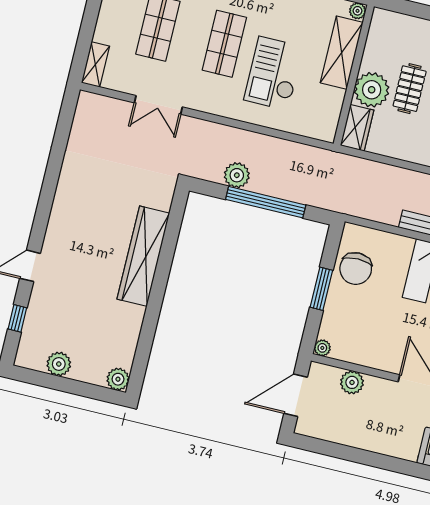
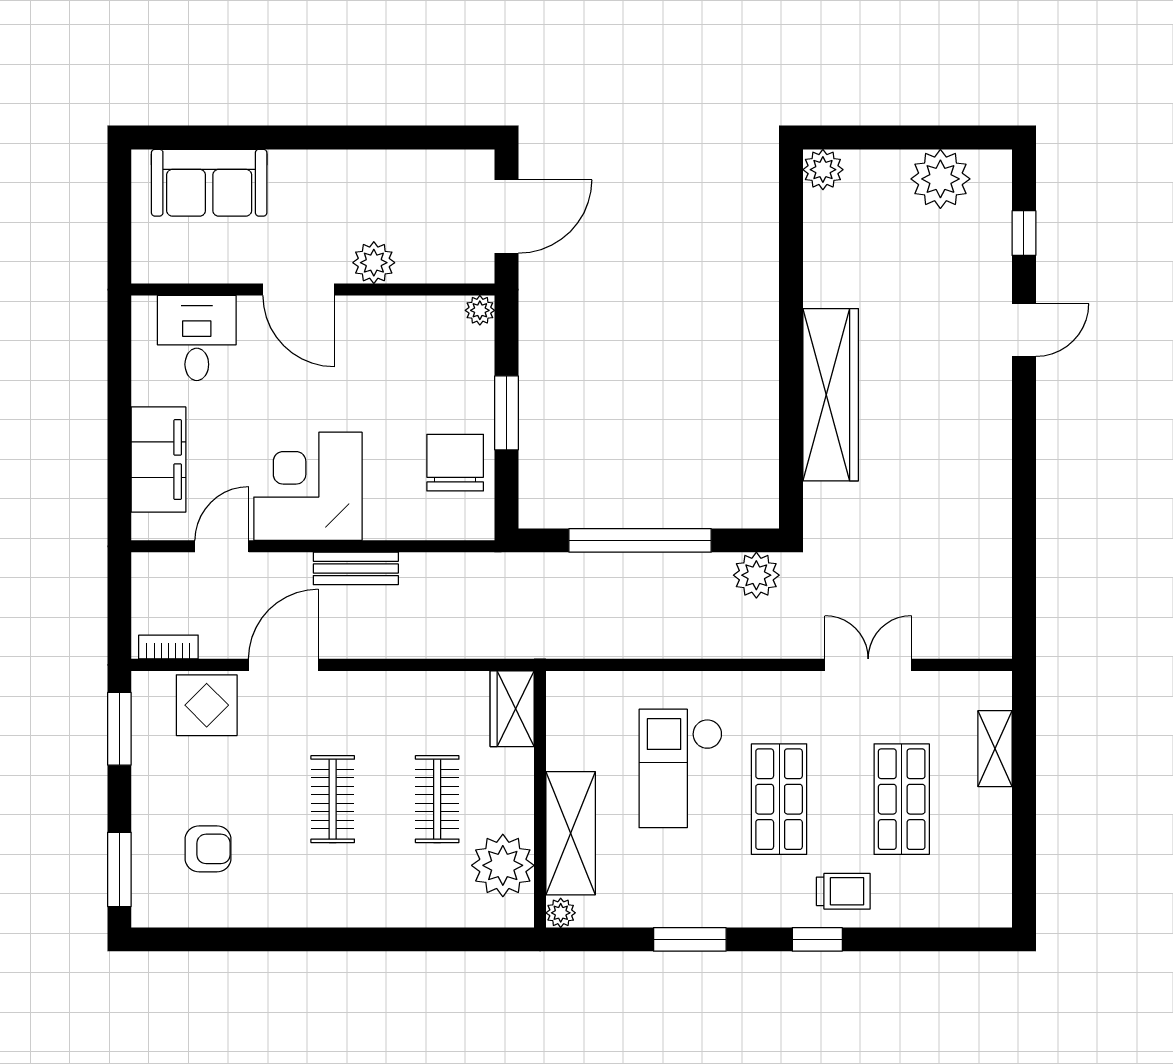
shelving: (95, 64) -> (995, 749), moved
checkout: (274, 73) -> (681, 768), turned 180
plant: (372, 90) -> (503, 865), moved
plant: (237, 175) -> (756, 575), moved
plant: (59, 364) -> (940, 179), width x1.36, depth x1.36
plant: (352, 382) -> (374, 263), moved

